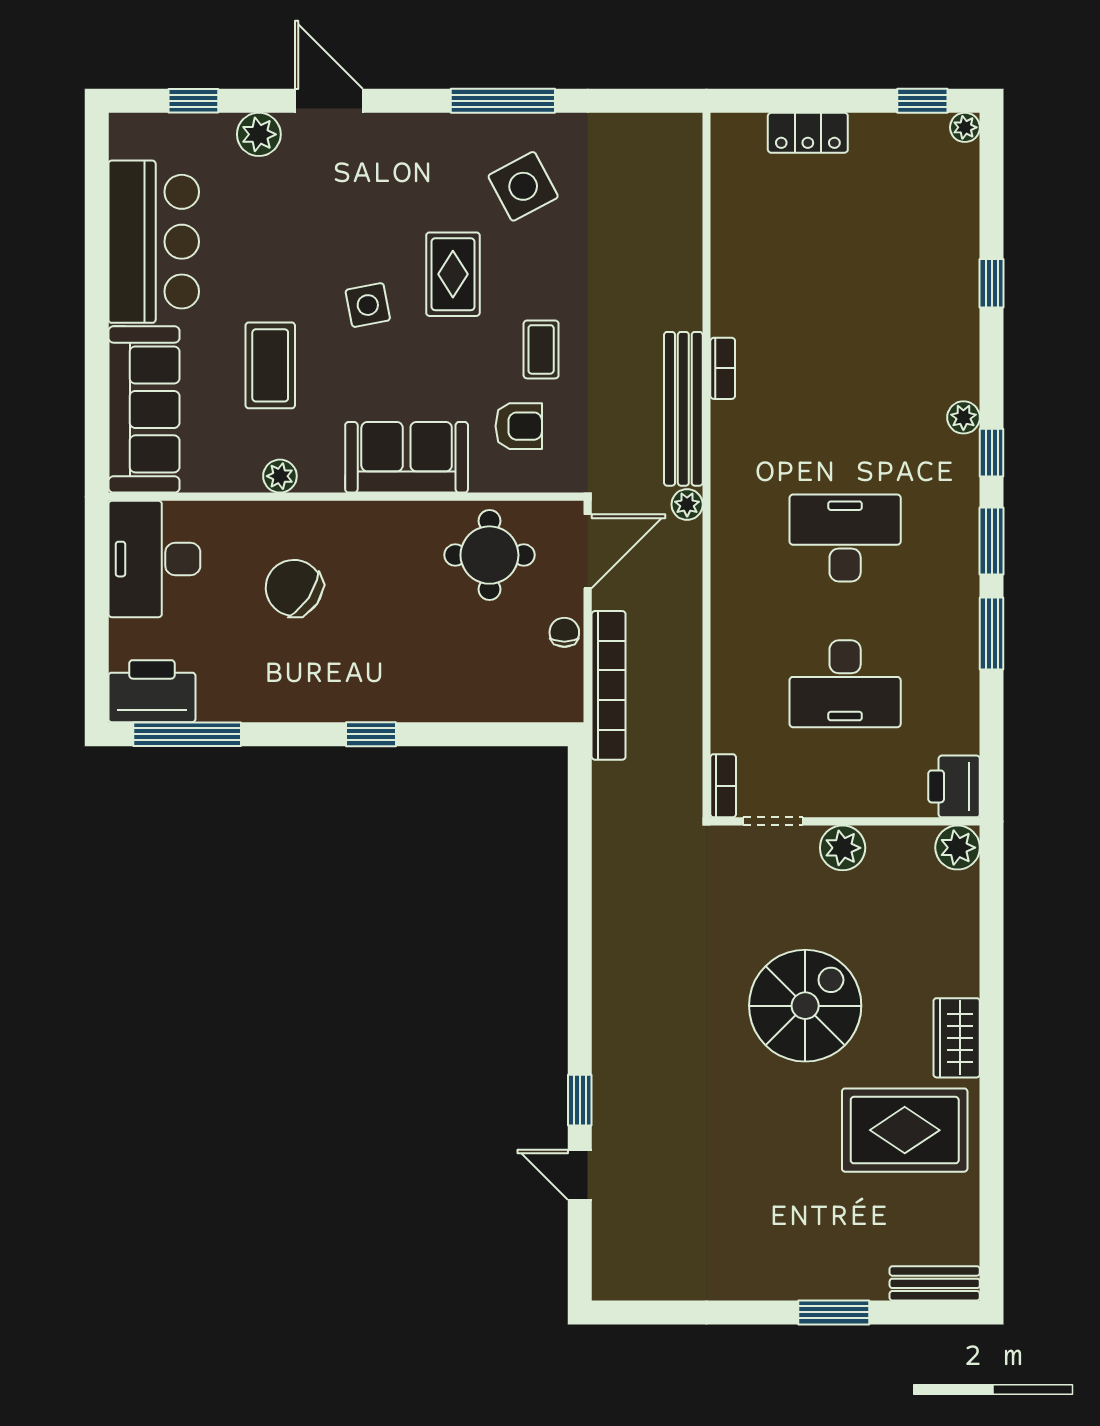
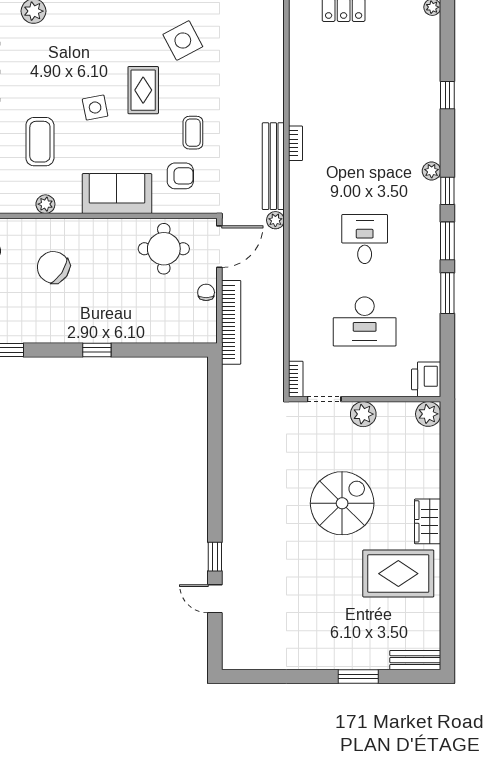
desk: (845, 538) -> (365, 239), width x0.73

